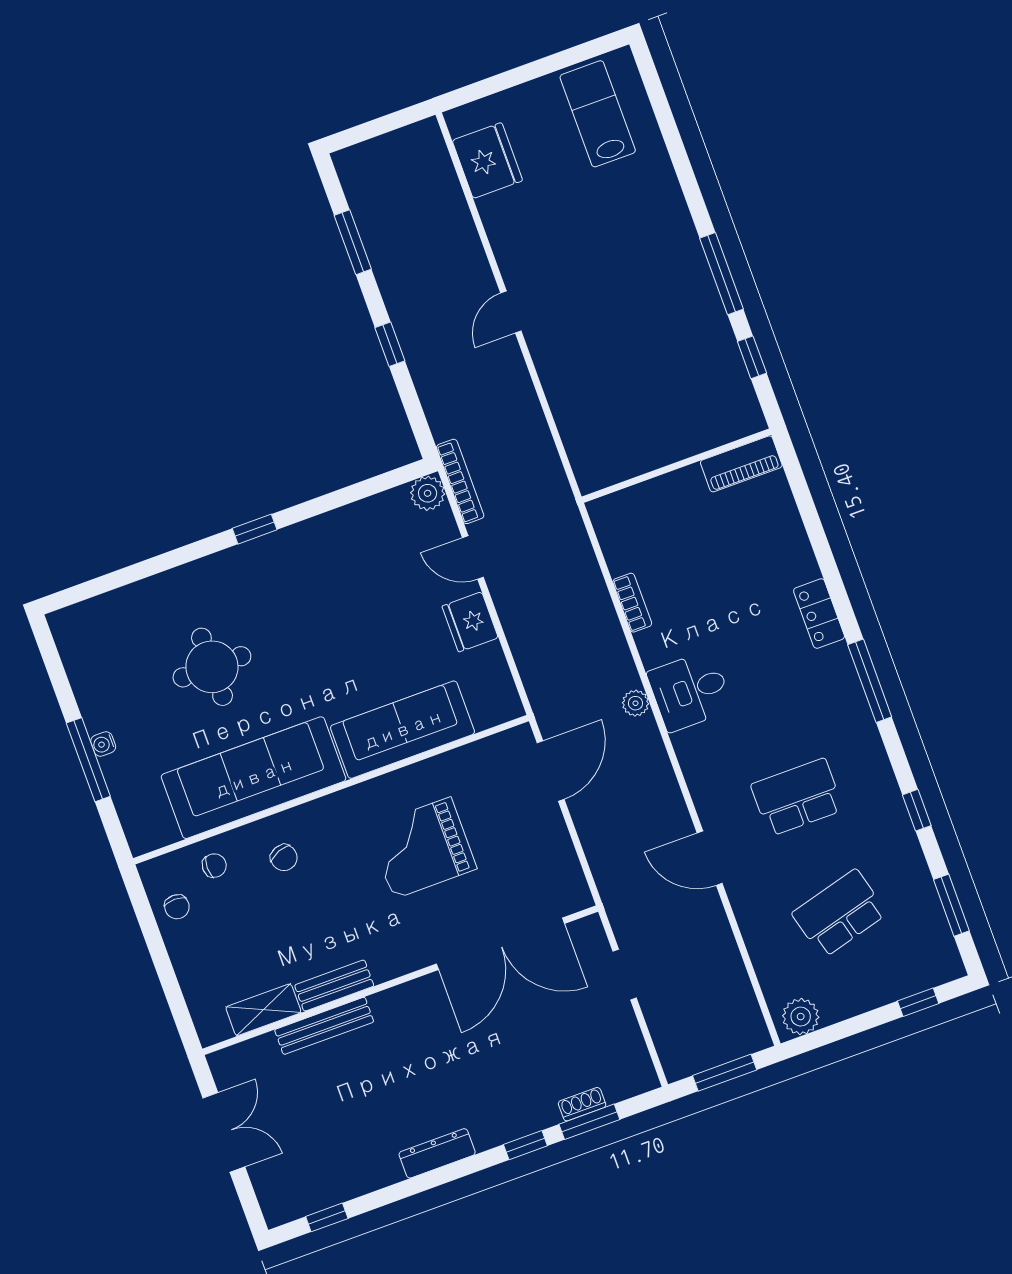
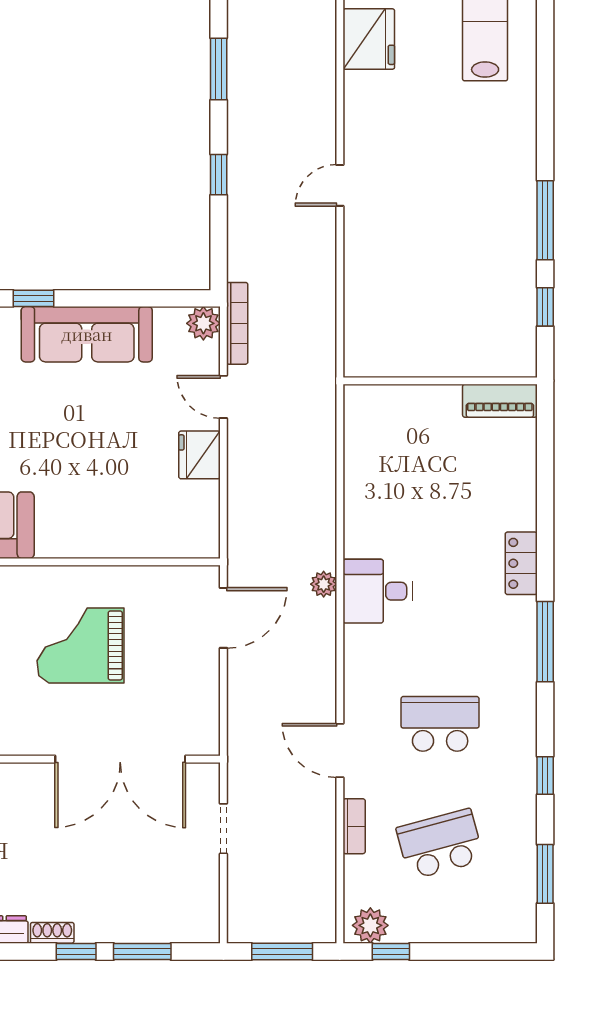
bookcase: (632, 603) -> (354, 826), moved
sofa: (403, 730) -> (87, 334), moved, turned 180
window: (918, 1002) -> (391, 951), moved
shoe rack: (582, 1104) -> (52, 933), moved

